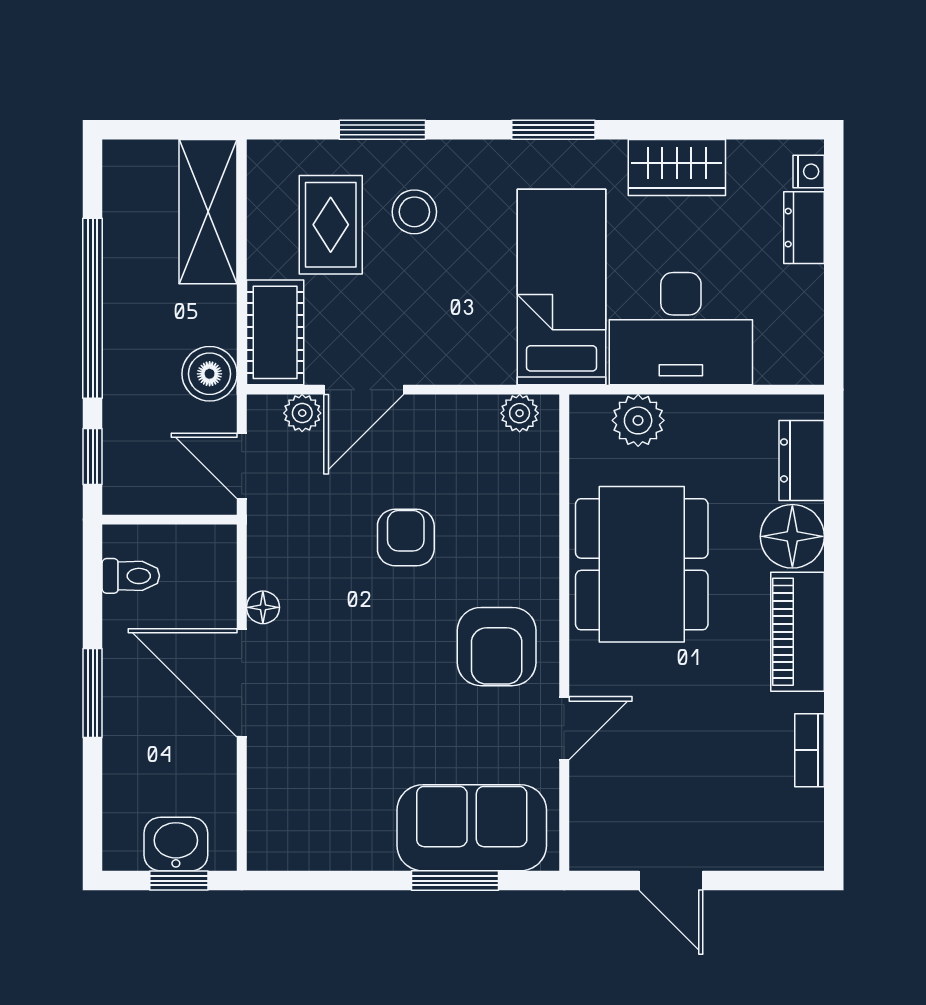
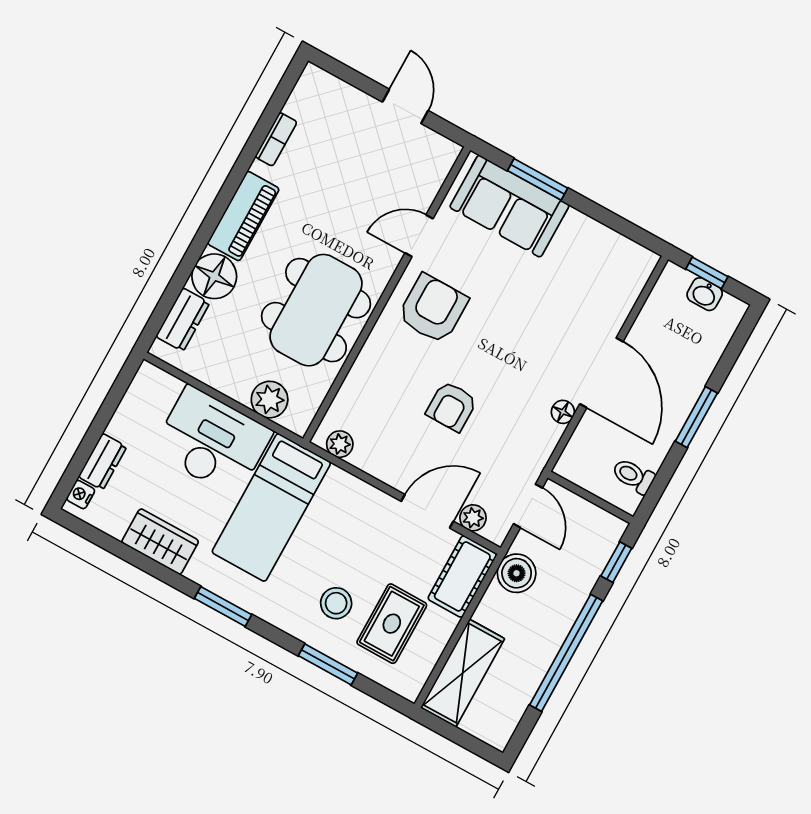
washbasin: (176, 844) -> (705, 294), width x0.72, depth x0.69

